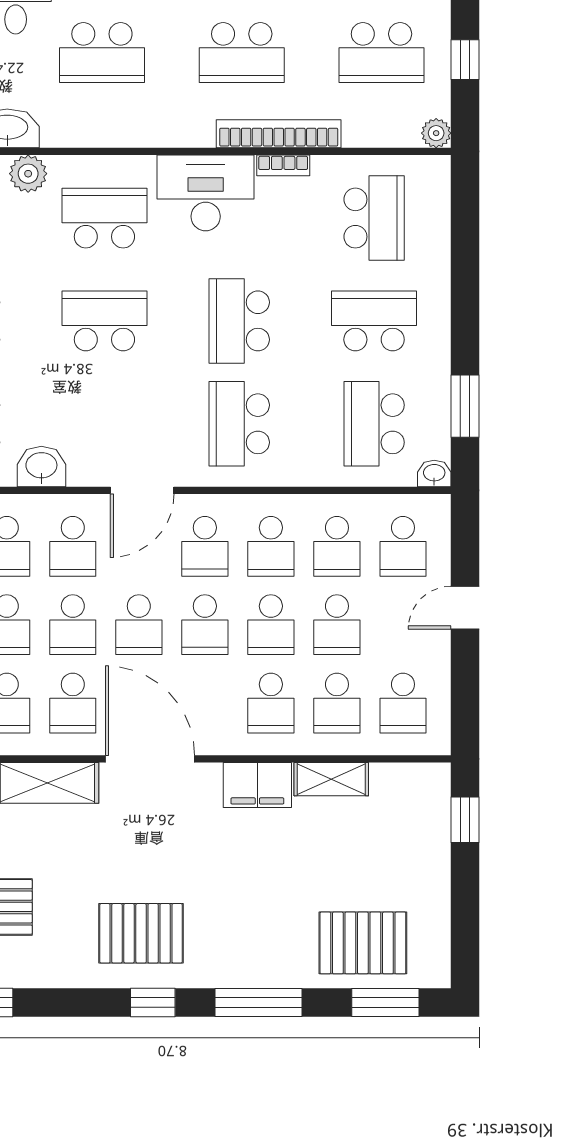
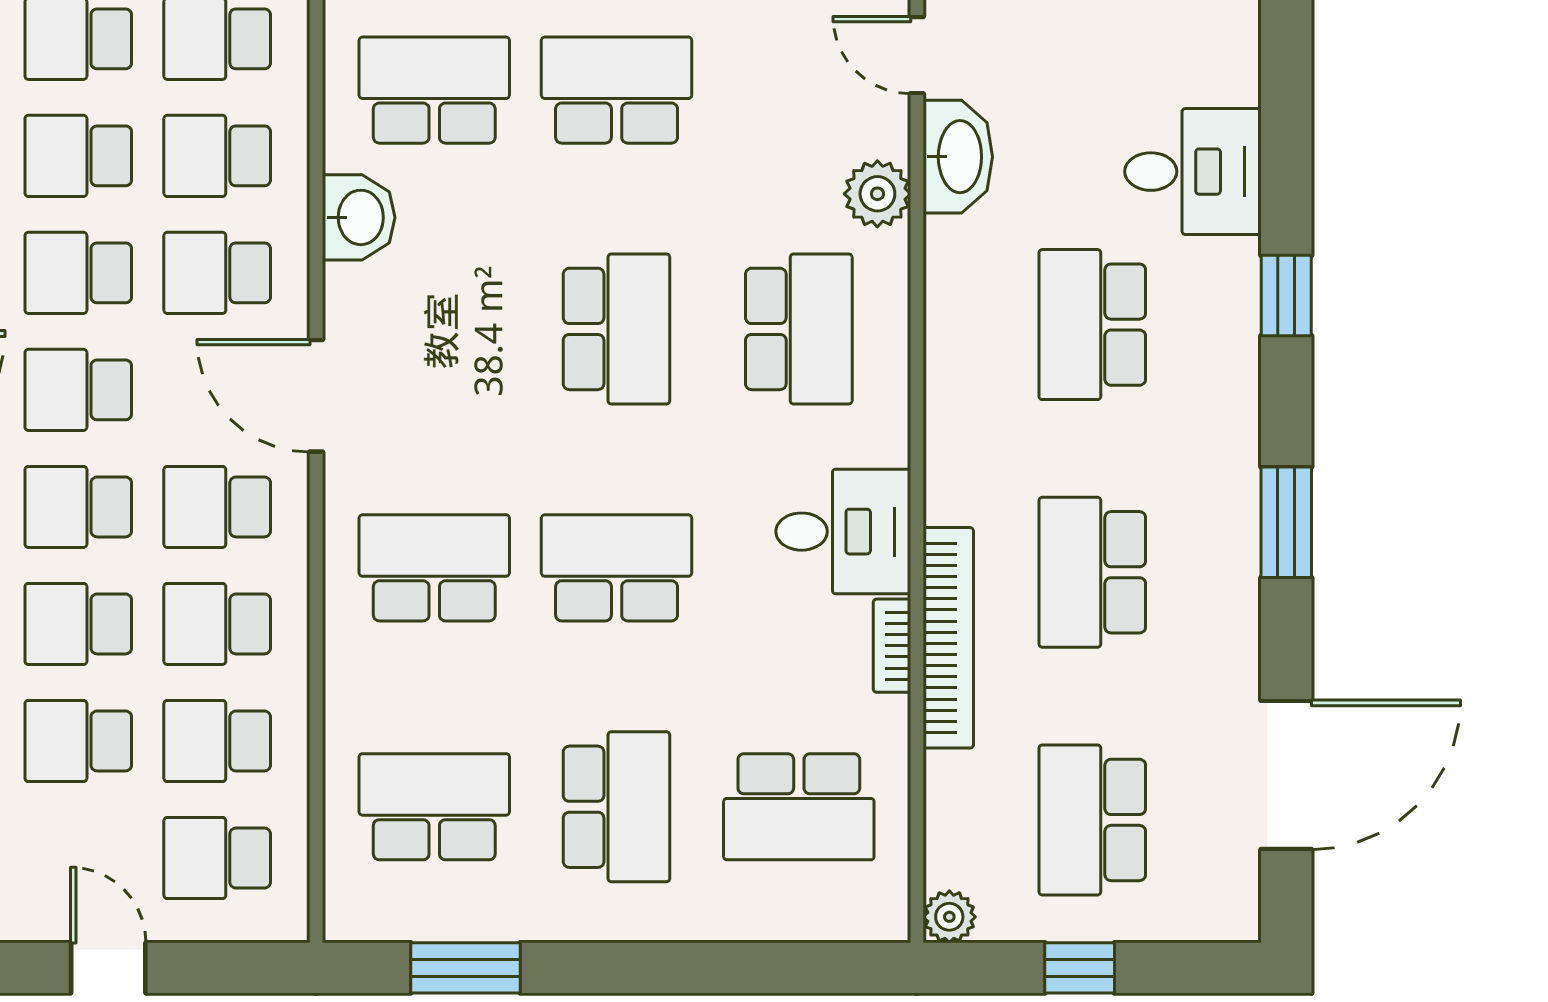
desk: (206, 193) -> (843, 532), width x0.73
washbasin: (434, 473) -> (346, 913), removed

